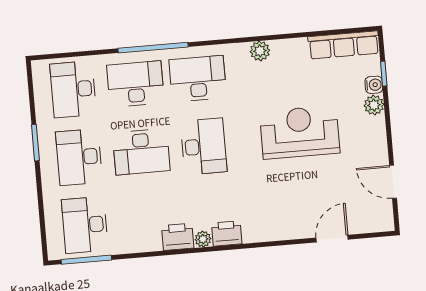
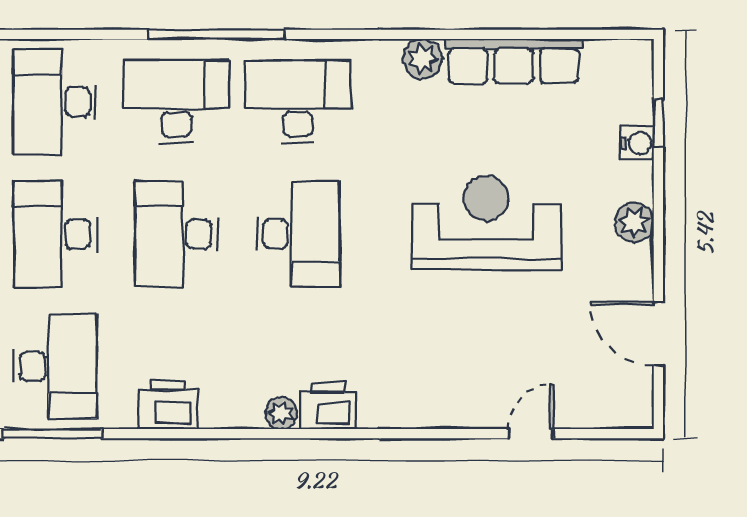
row of seats: (344, 45) -> (514, 61), moved
plant: (374, 105) -> (634, 222), moved
desk: (141, 152) -> (176, 234), turned 90
desk: (85, 225) -> (55, 366), turned 180
printer: (178, 237) -> (168, 405), moved
door: (332, 239) -> (531, 434), width x0.73

